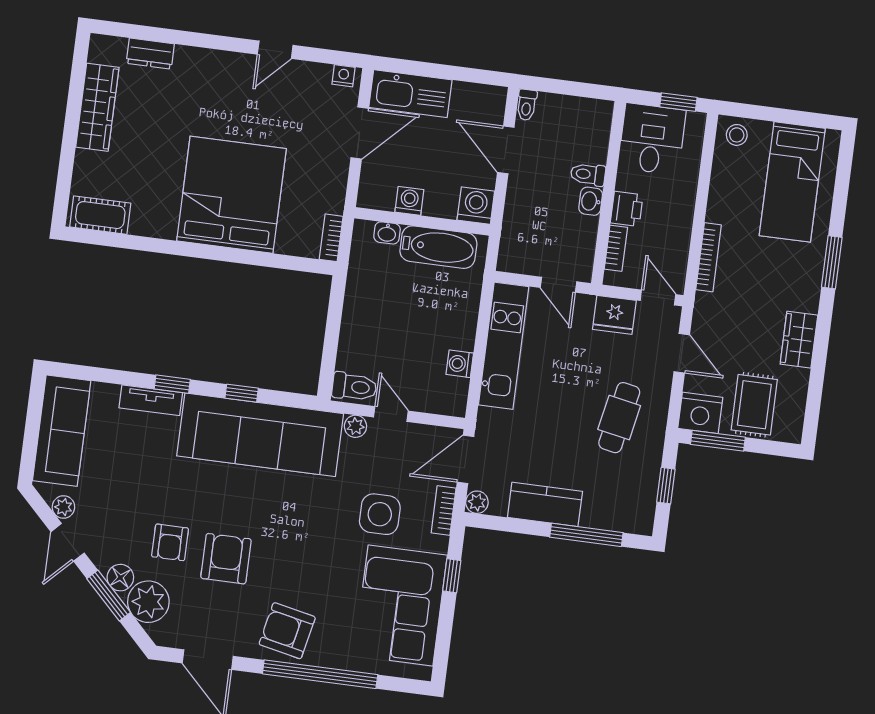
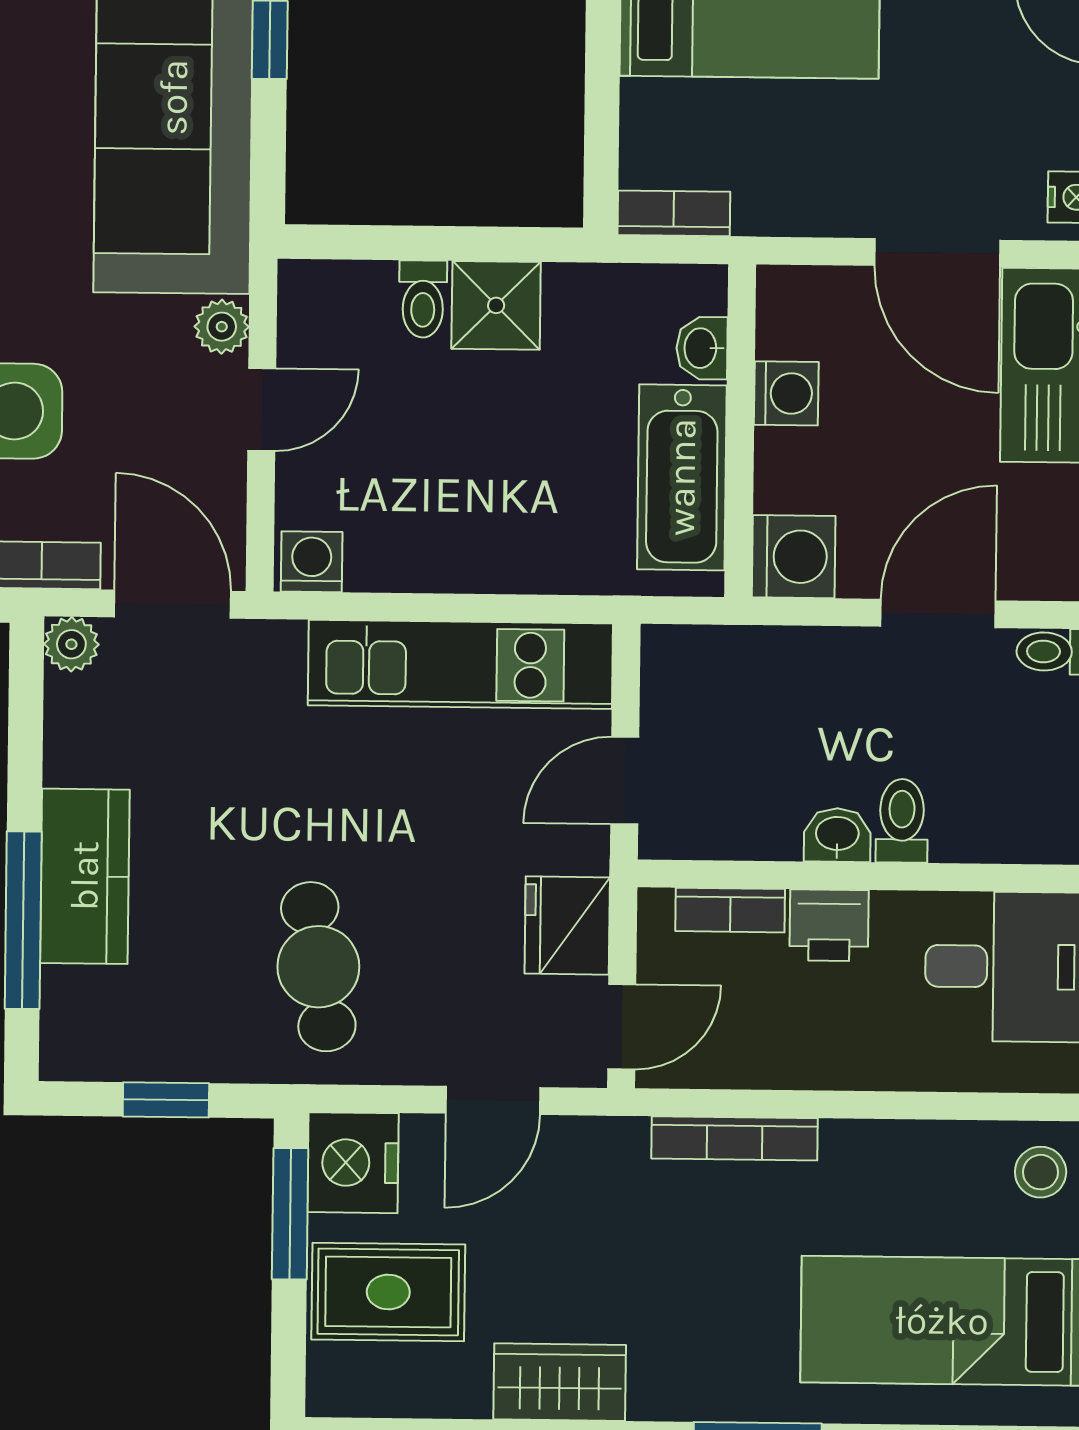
shower: (360, 314) -> (496, 305), added
washing machine: (460, 364) -> (312, 562), moved
toilet: (354, 387) -> (423, 299), moved, width x0.73, depth x0.72
cafe table: (619, 418) -> (318, 967), turned 70
kitchen counter: (545, 504) -> (85, 876), moved

